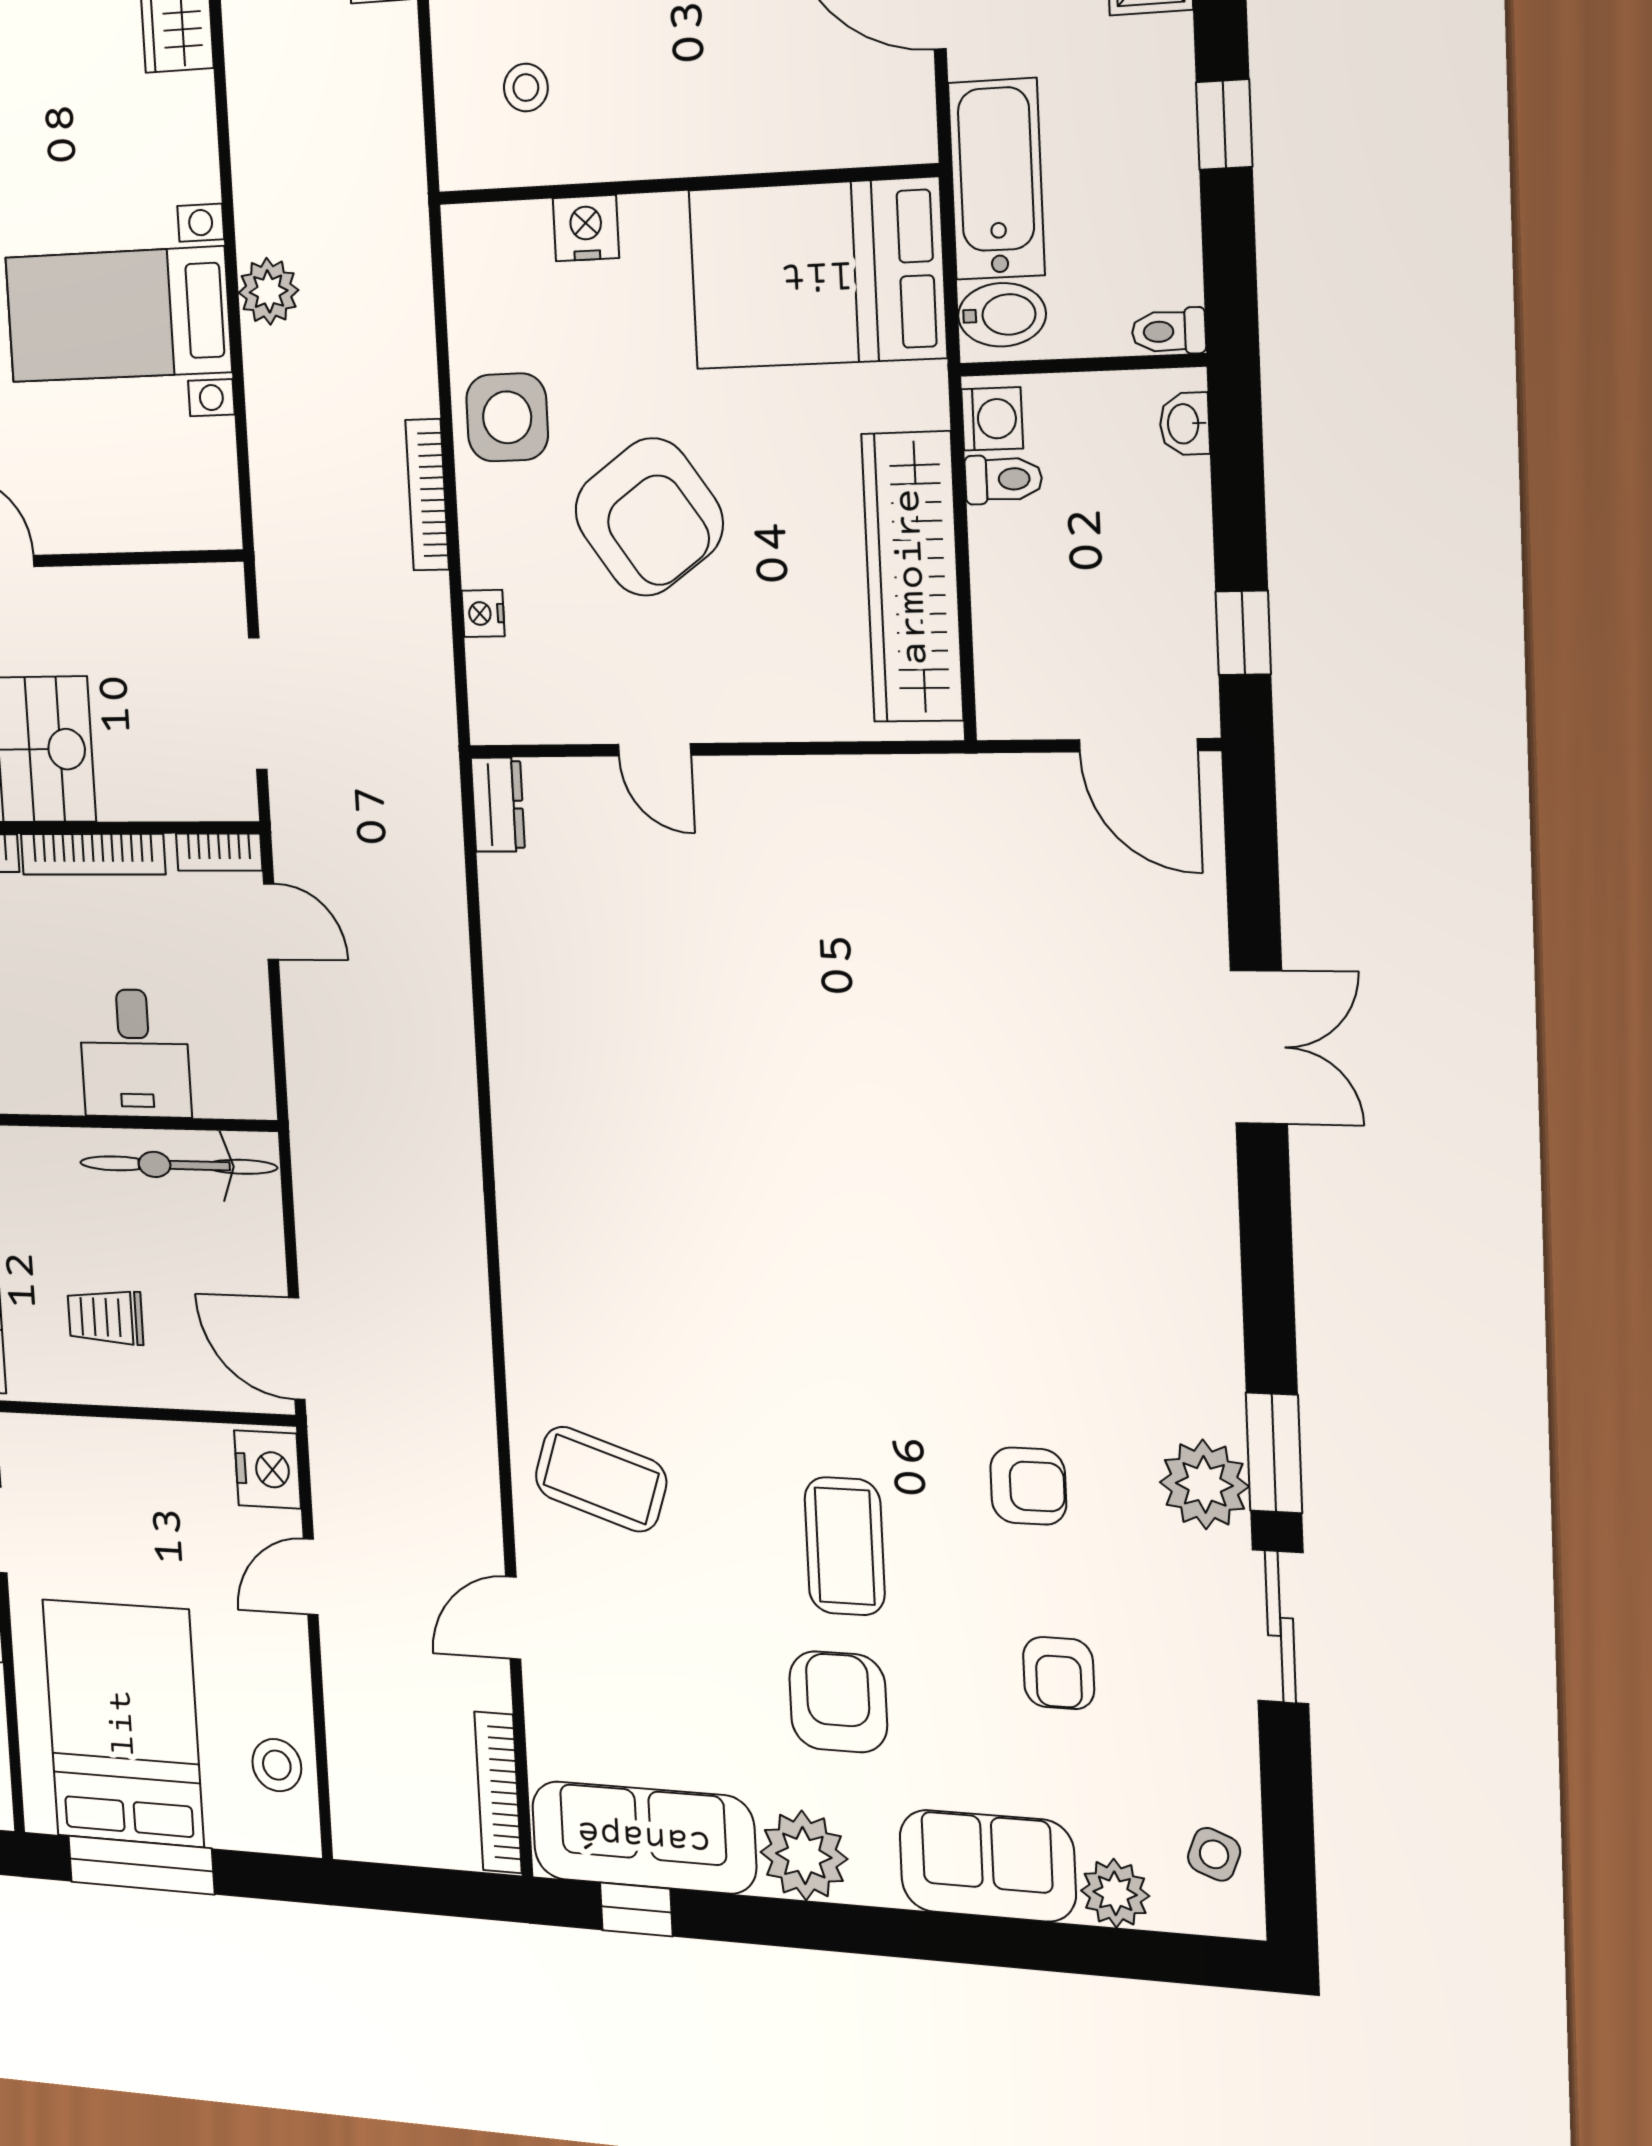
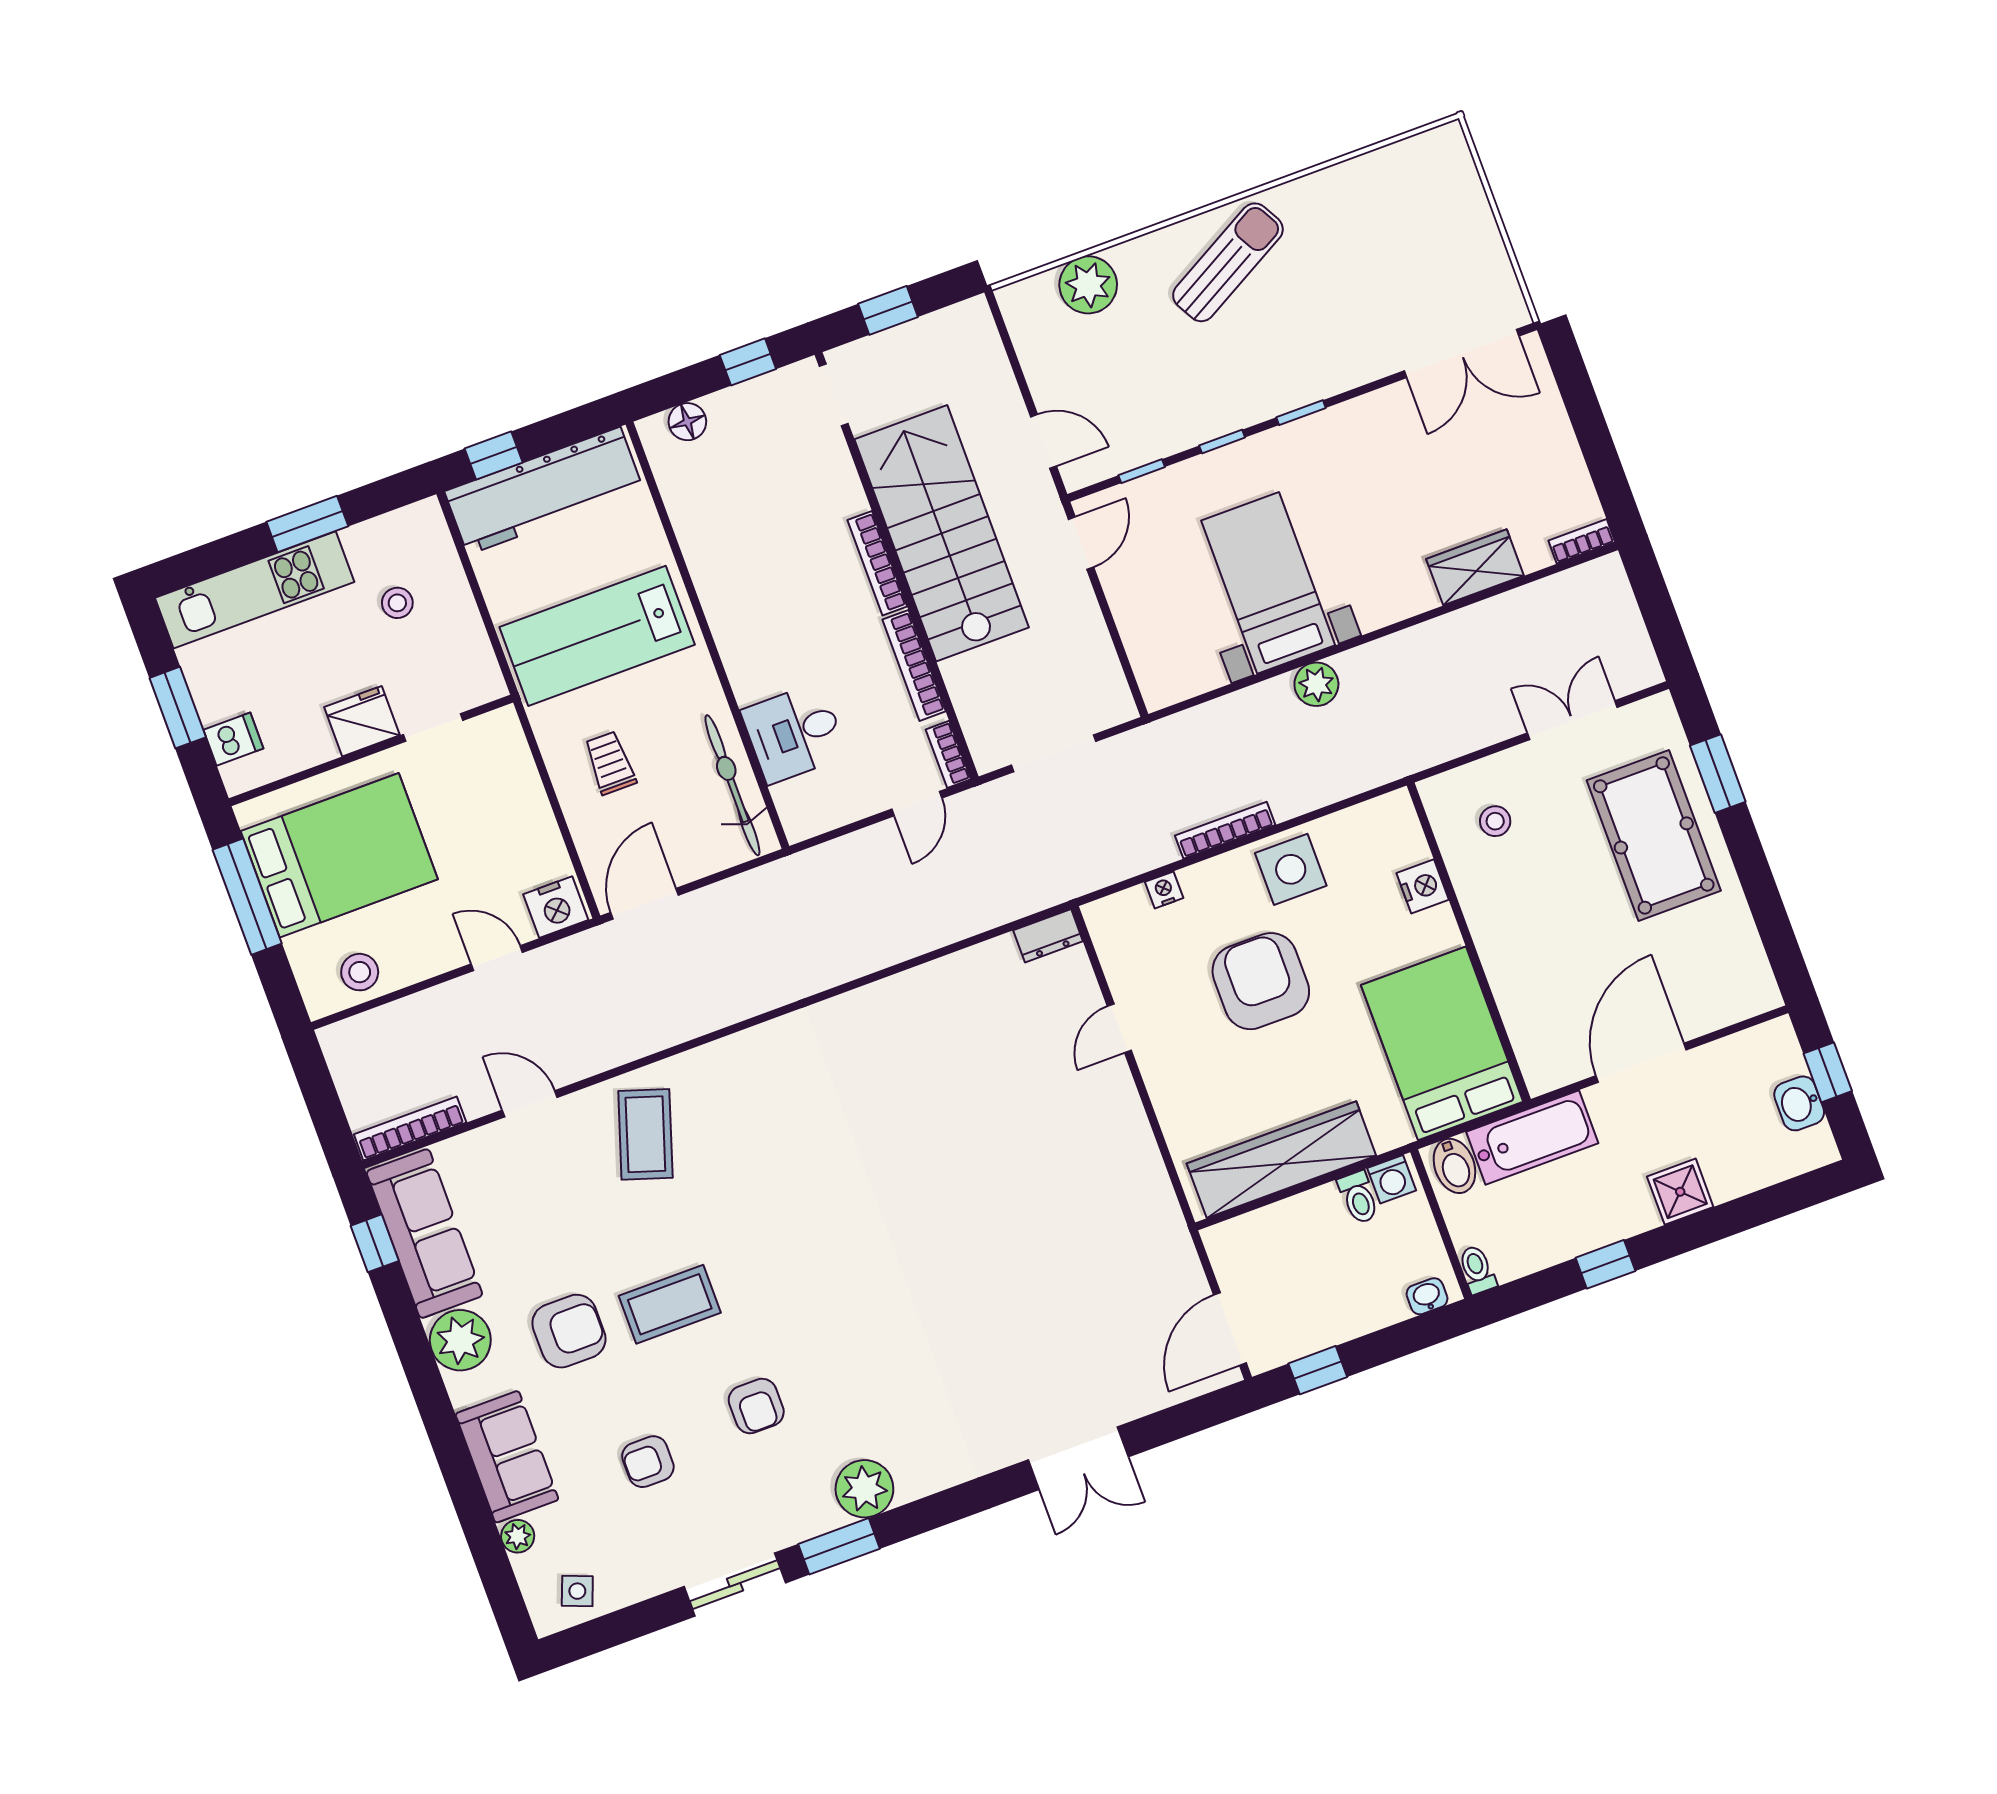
armchair: (649, 517) -> (1261, 981), turned 125
plant: (1204, 1484) -> (864, 1489), moved
plant: (1115, 1893) -> (518, 1536), width x0.73, depth x0.73

